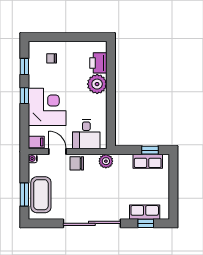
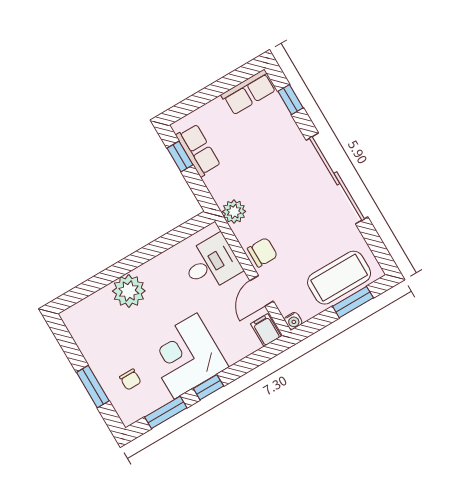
window: (59, 37) -> (93, 387), added
printer: (98, 63) -> (97, 307), removed
window: (24, 67) -> (166, 412), width x1.50
corner desk: (47, 107) -> (186, 356), moved
chair: (77, 163) -> (262, 252), turned -90
row of seats: (145, 212) -> (249, 92), moved, turned -90

